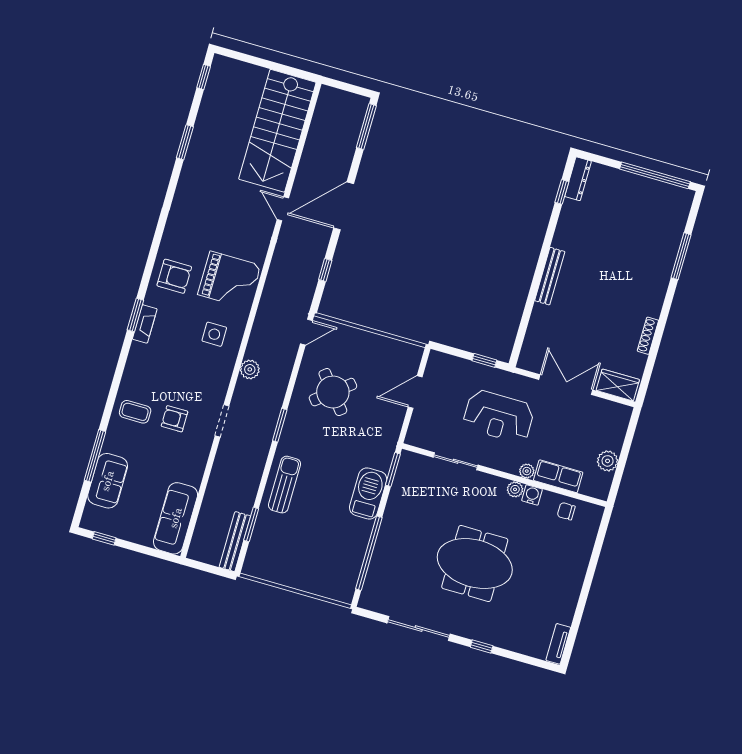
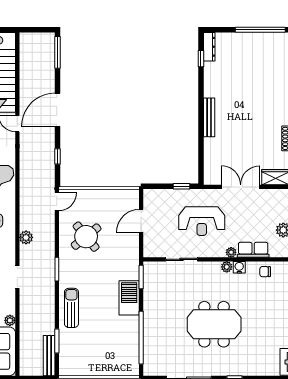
plant: (195, 477) -> (10, 320), added

